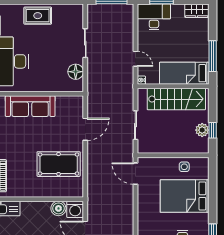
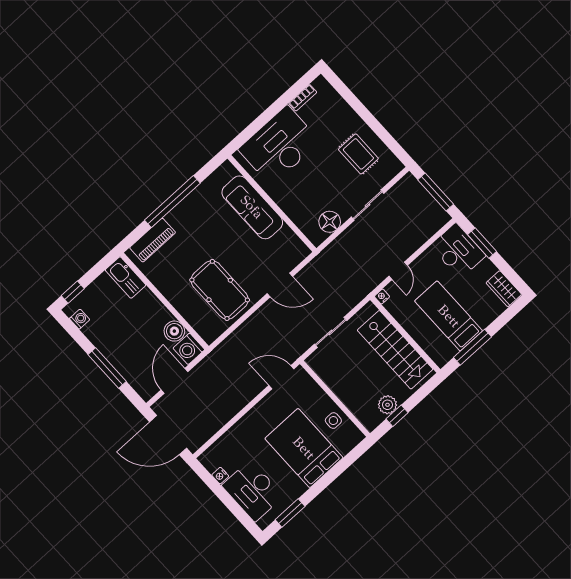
rug: (38, 16) -> (358, 154), moved
bed: (184, 73) -> (449, 316), moved
door: (135, 174) -> (281, 377), hinge flipped

